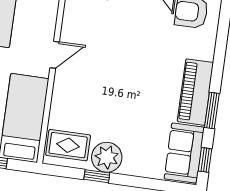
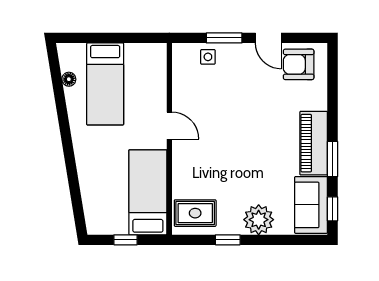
door: (55, 55) -> (169, 126), hinge flipped
plant: (107, 157) -> (259, 220), moved

